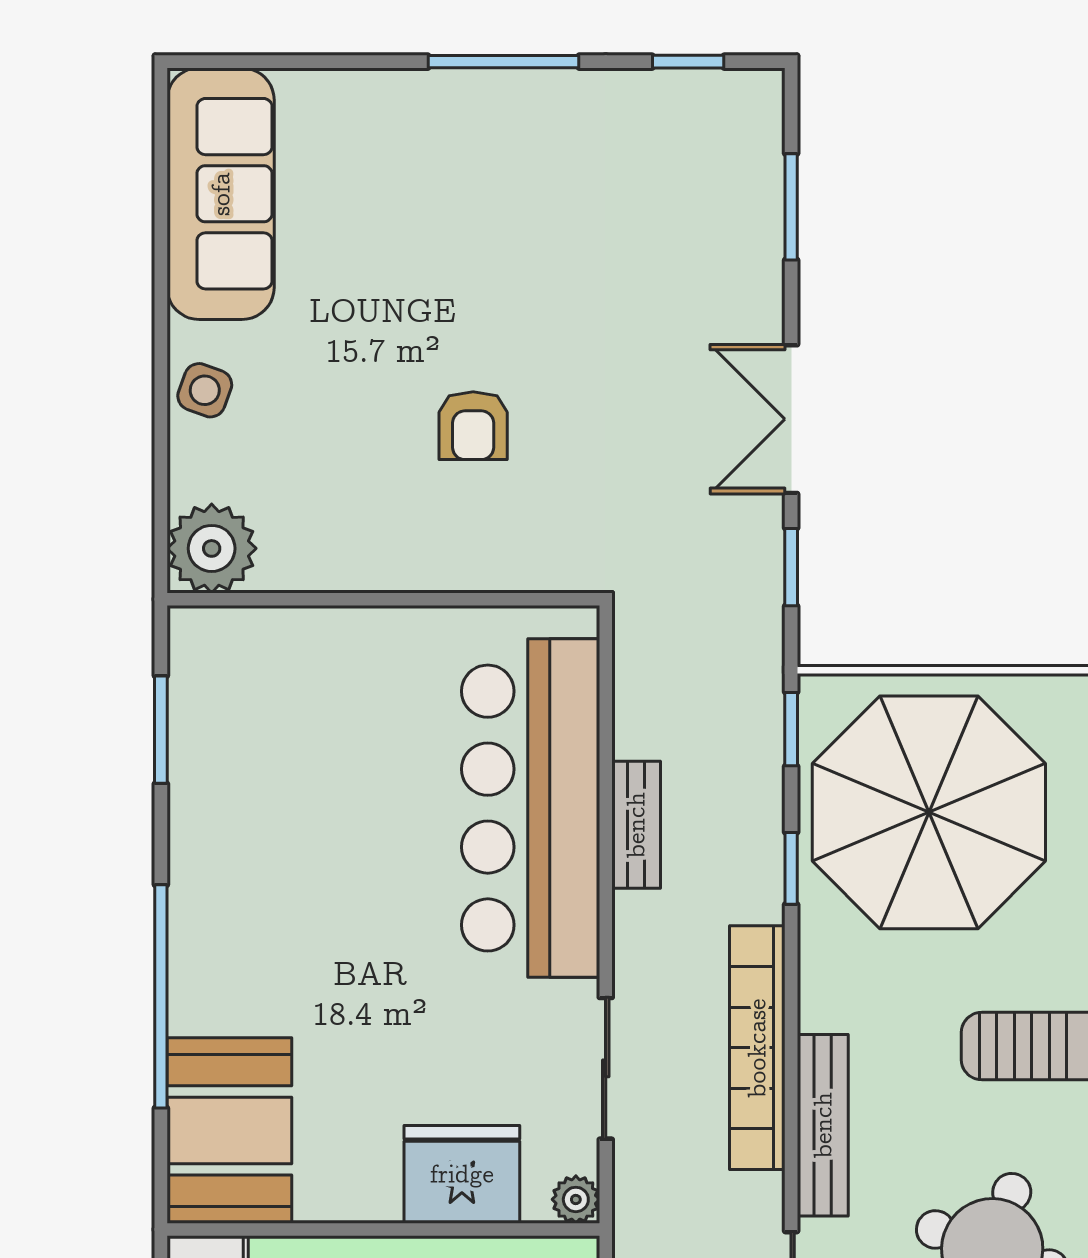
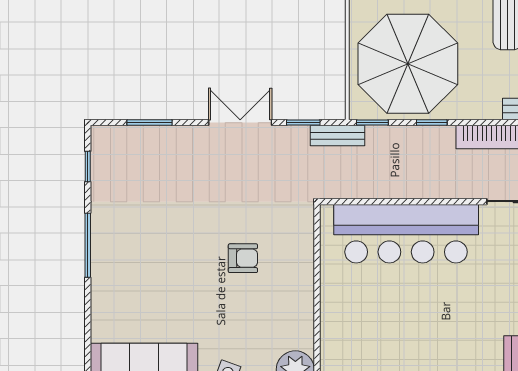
double door: (791, 419) -> (240, 123), swing flipped
bench: (636, 825) -> (337, 136), moved

